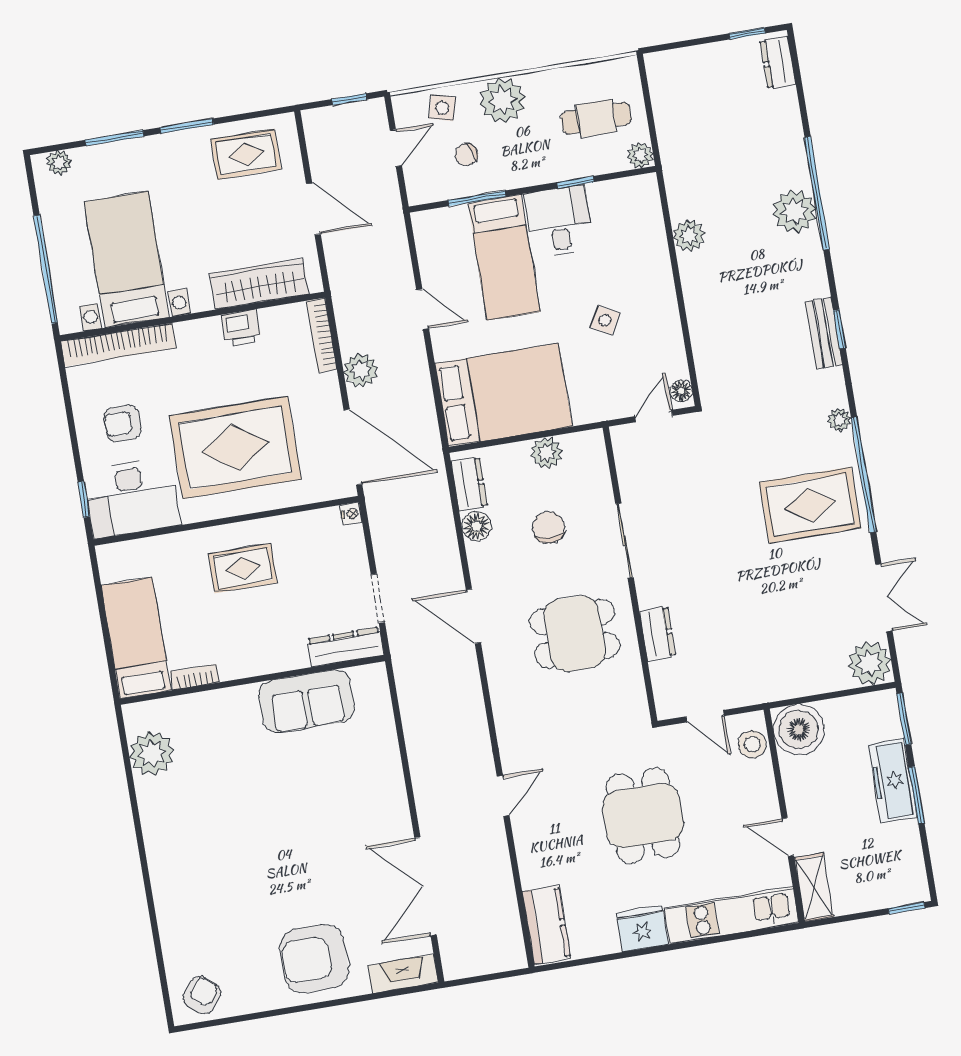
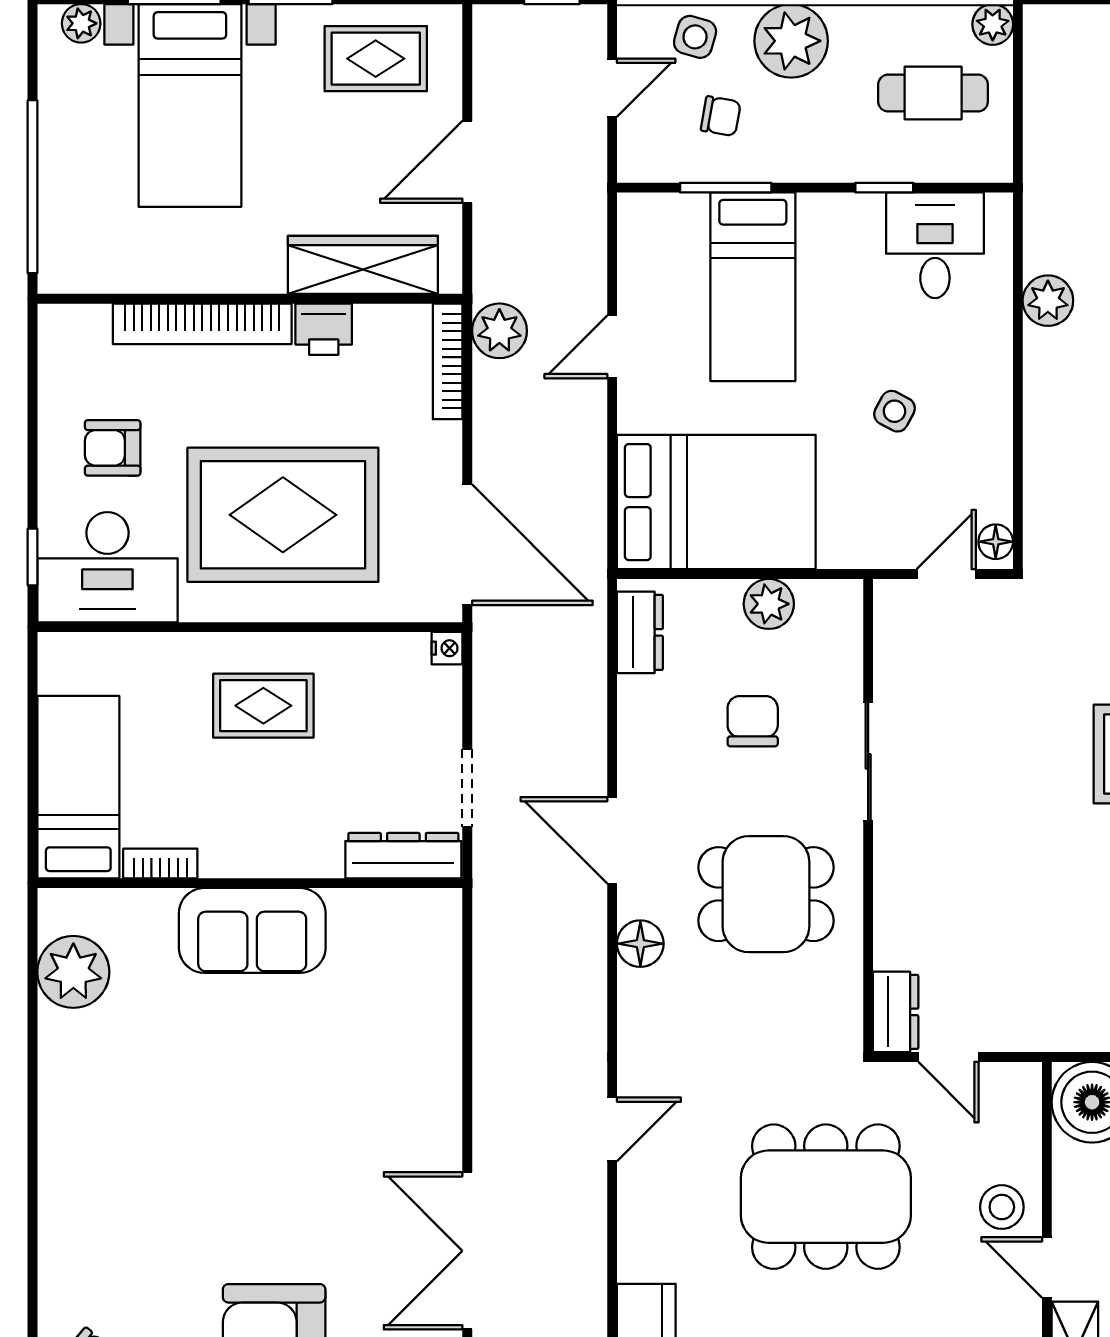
chair: (466, 155) -> (721, 116), turned -148
plant: (640, 155) -> (993, 24), moved
door: (313, 209) -> (467, 162), swing flipped
desk: (559, 222) -> (935, 245), moved
bed with nightstands: (127, 260) -> (190, 105), moved, turned 180
door: (423, 309) -> (612, 347), swing flipped
bookcase: (118, 345) -> (202, 324), moved
plant: (361, 370) -> (499, 331), moved
floor lamp: (477, 526) -> (640, 944), moved
dresser: (657, 633) -> (896, 1012), moved
sofa: (307, 701) -> (252, 930), moved
stool: (752, 744) -> (1002, 1207), moved
dining table: (643, 816) -> (826, 1197), width x1.37

